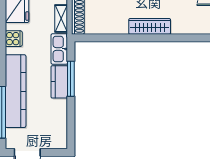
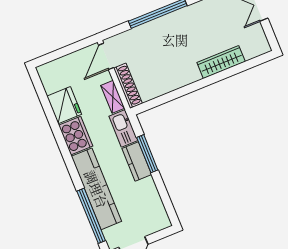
wardrobe: (150, 26) -> (221, 62), moved
cooker: (14, 39) -> (76, 136), width x1.87, depth x1.31

